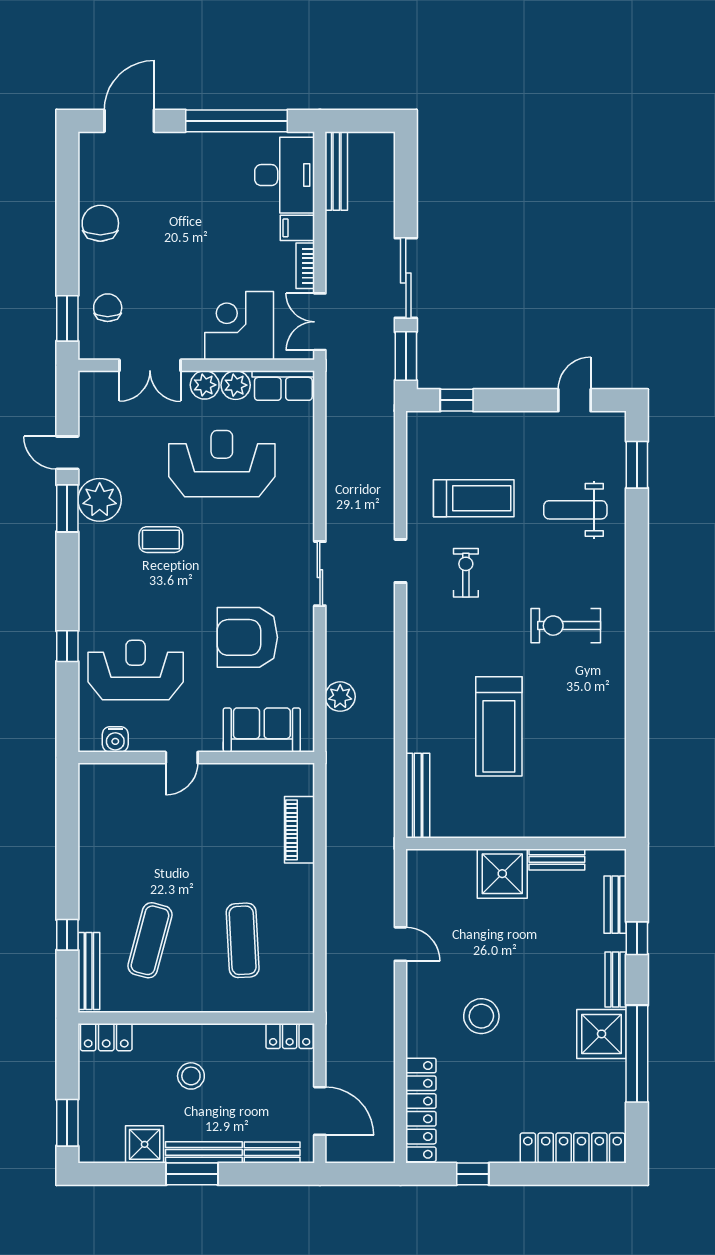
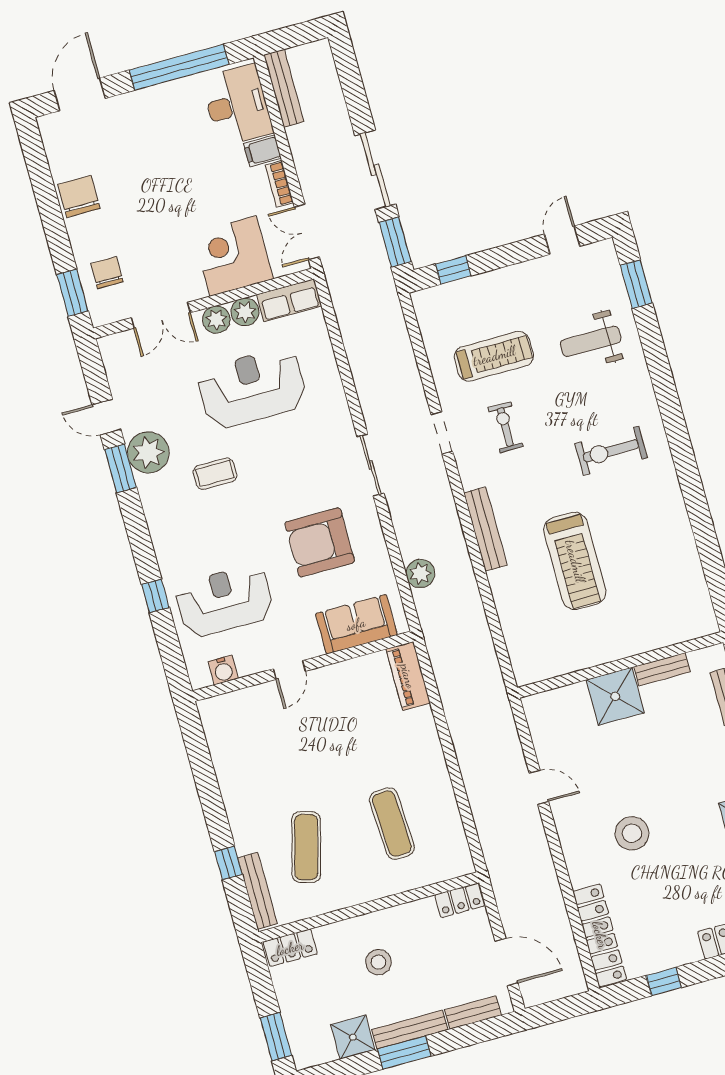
bench: (418, 796) -> (485, 529), moved
piano: (300, 830) -> (408, 676), moved

